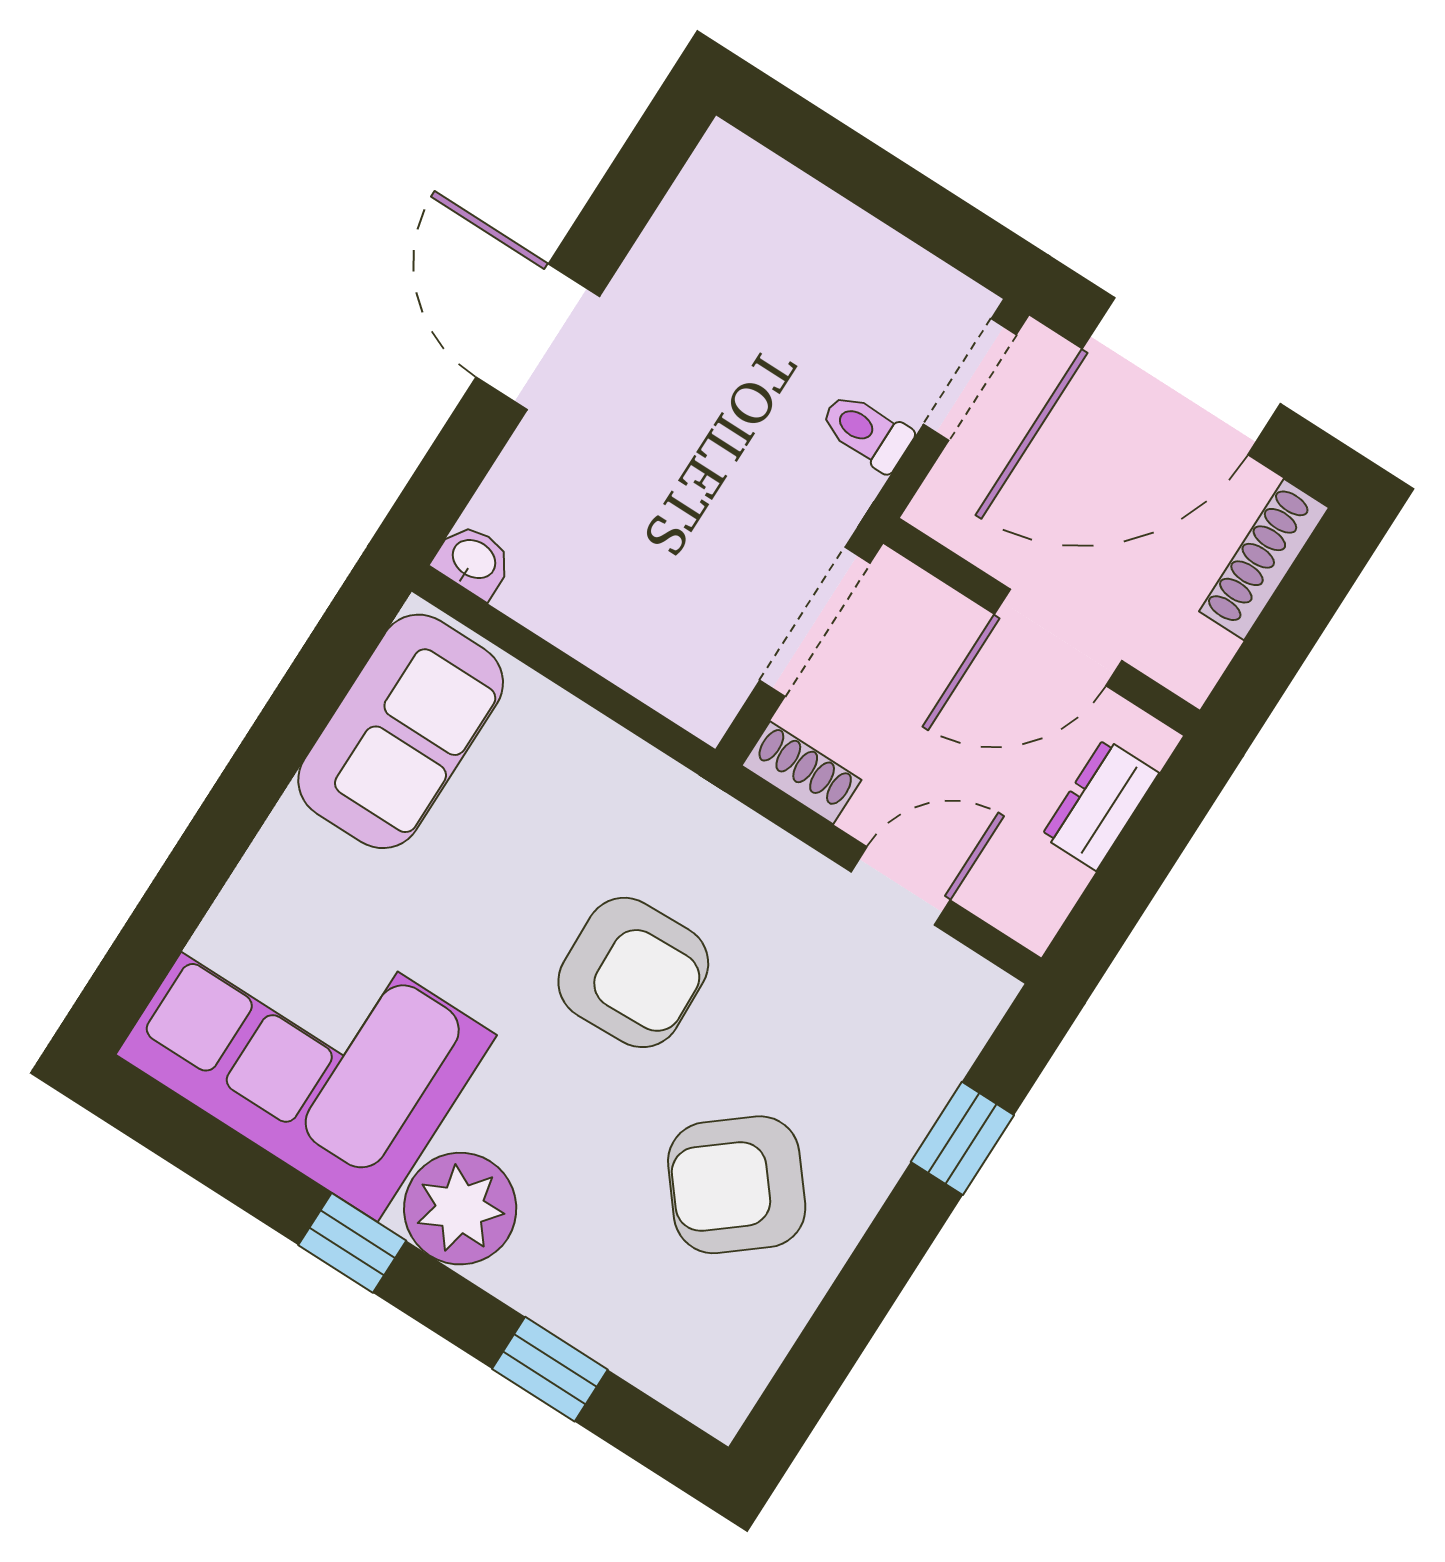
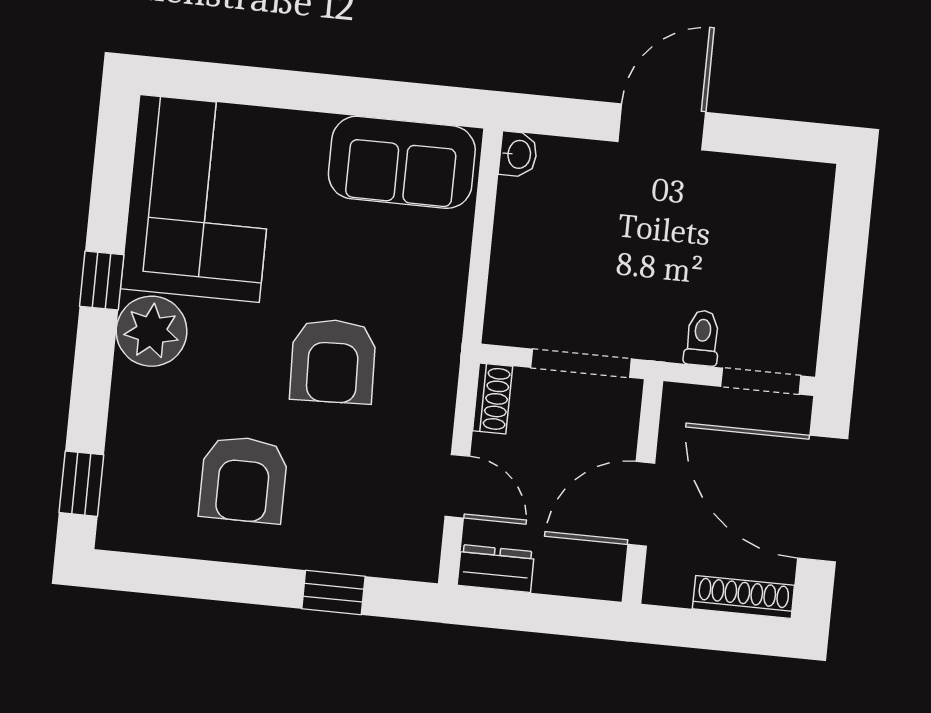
door: (1058, 637) -> (641, 504), hinge flipped
dresser: (1100, 804) -> (496, 568), moved
armchair: (737, 1185) -> (243, 479), turned -141
window: (550, 1369) -> (81, 484), moved

